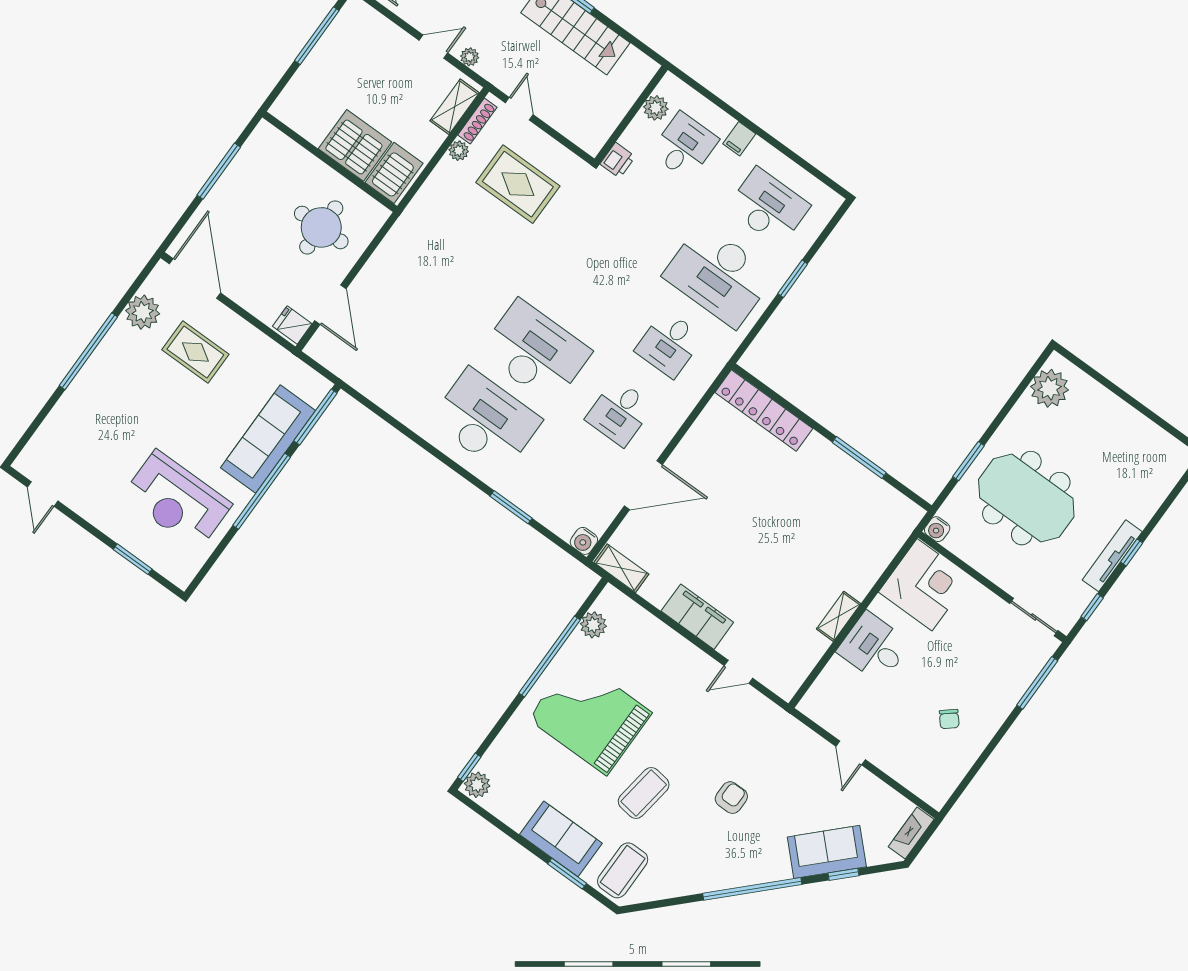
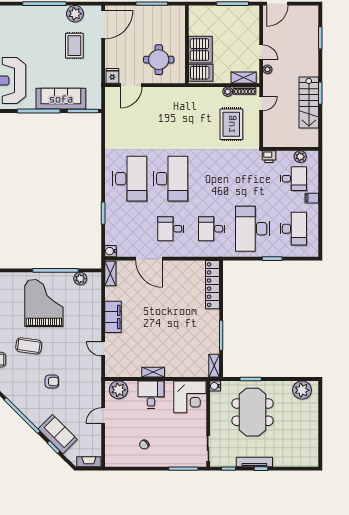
shelving: (902, 506) -> (214, 366), added
plant: (826, 696) -> (118, 390), added

